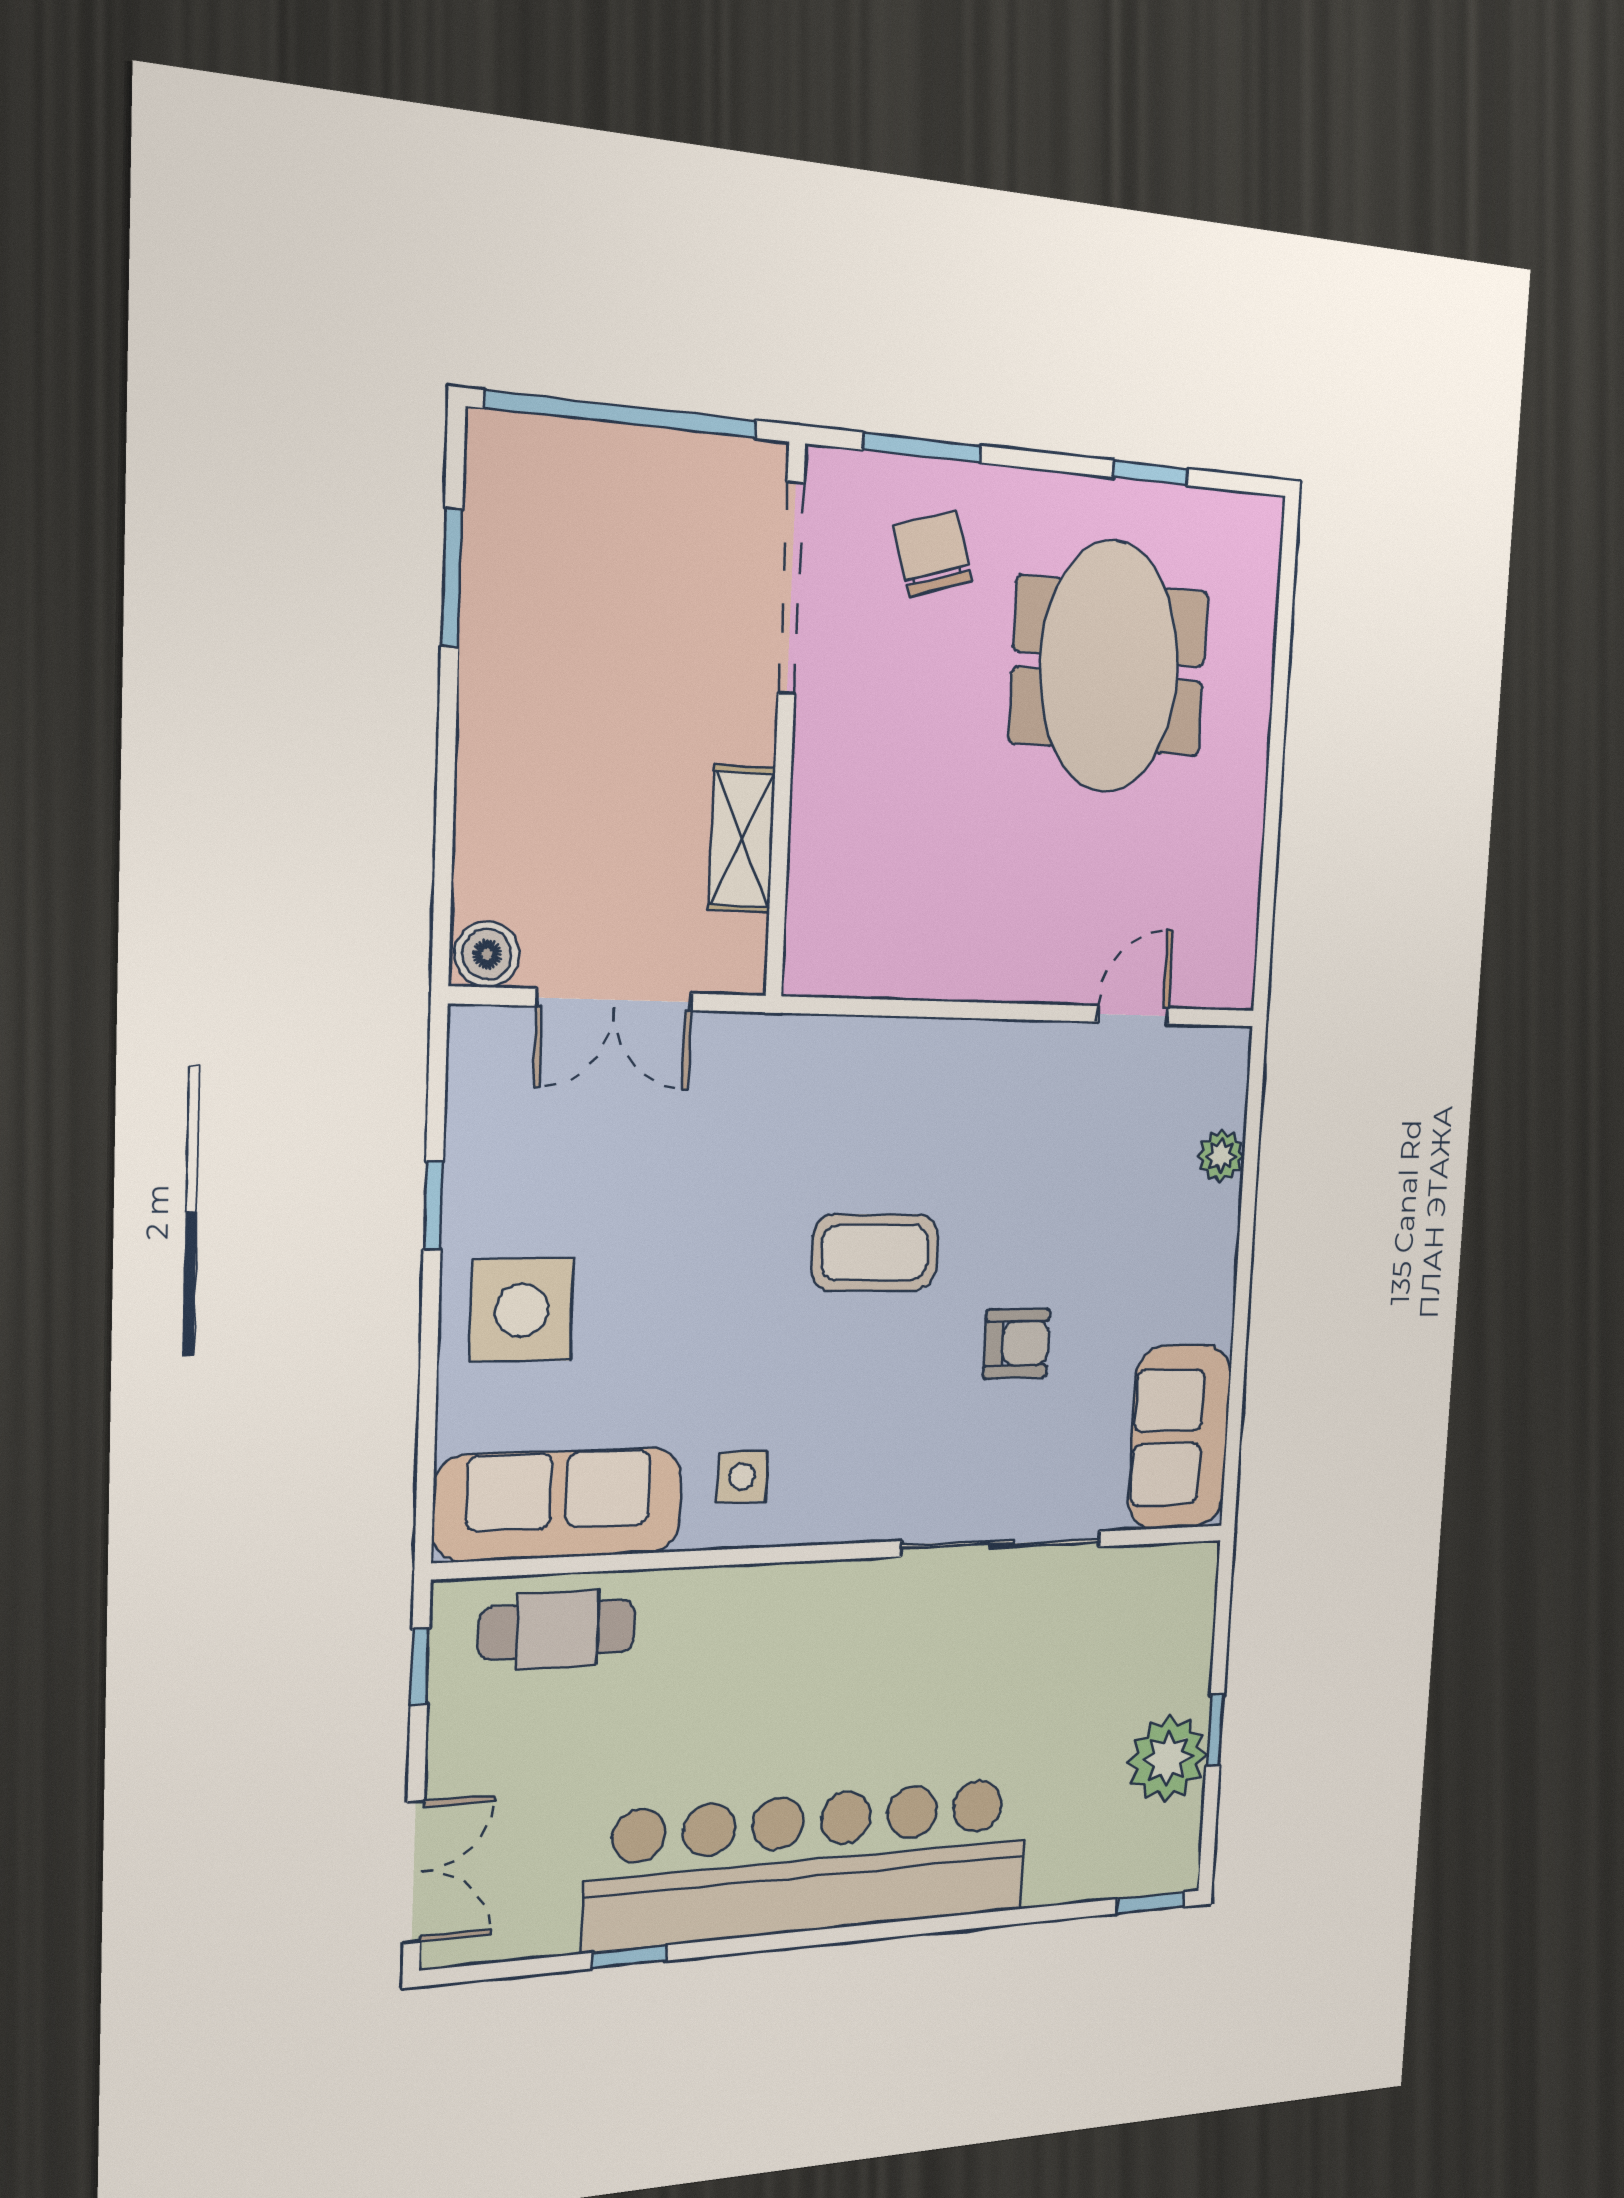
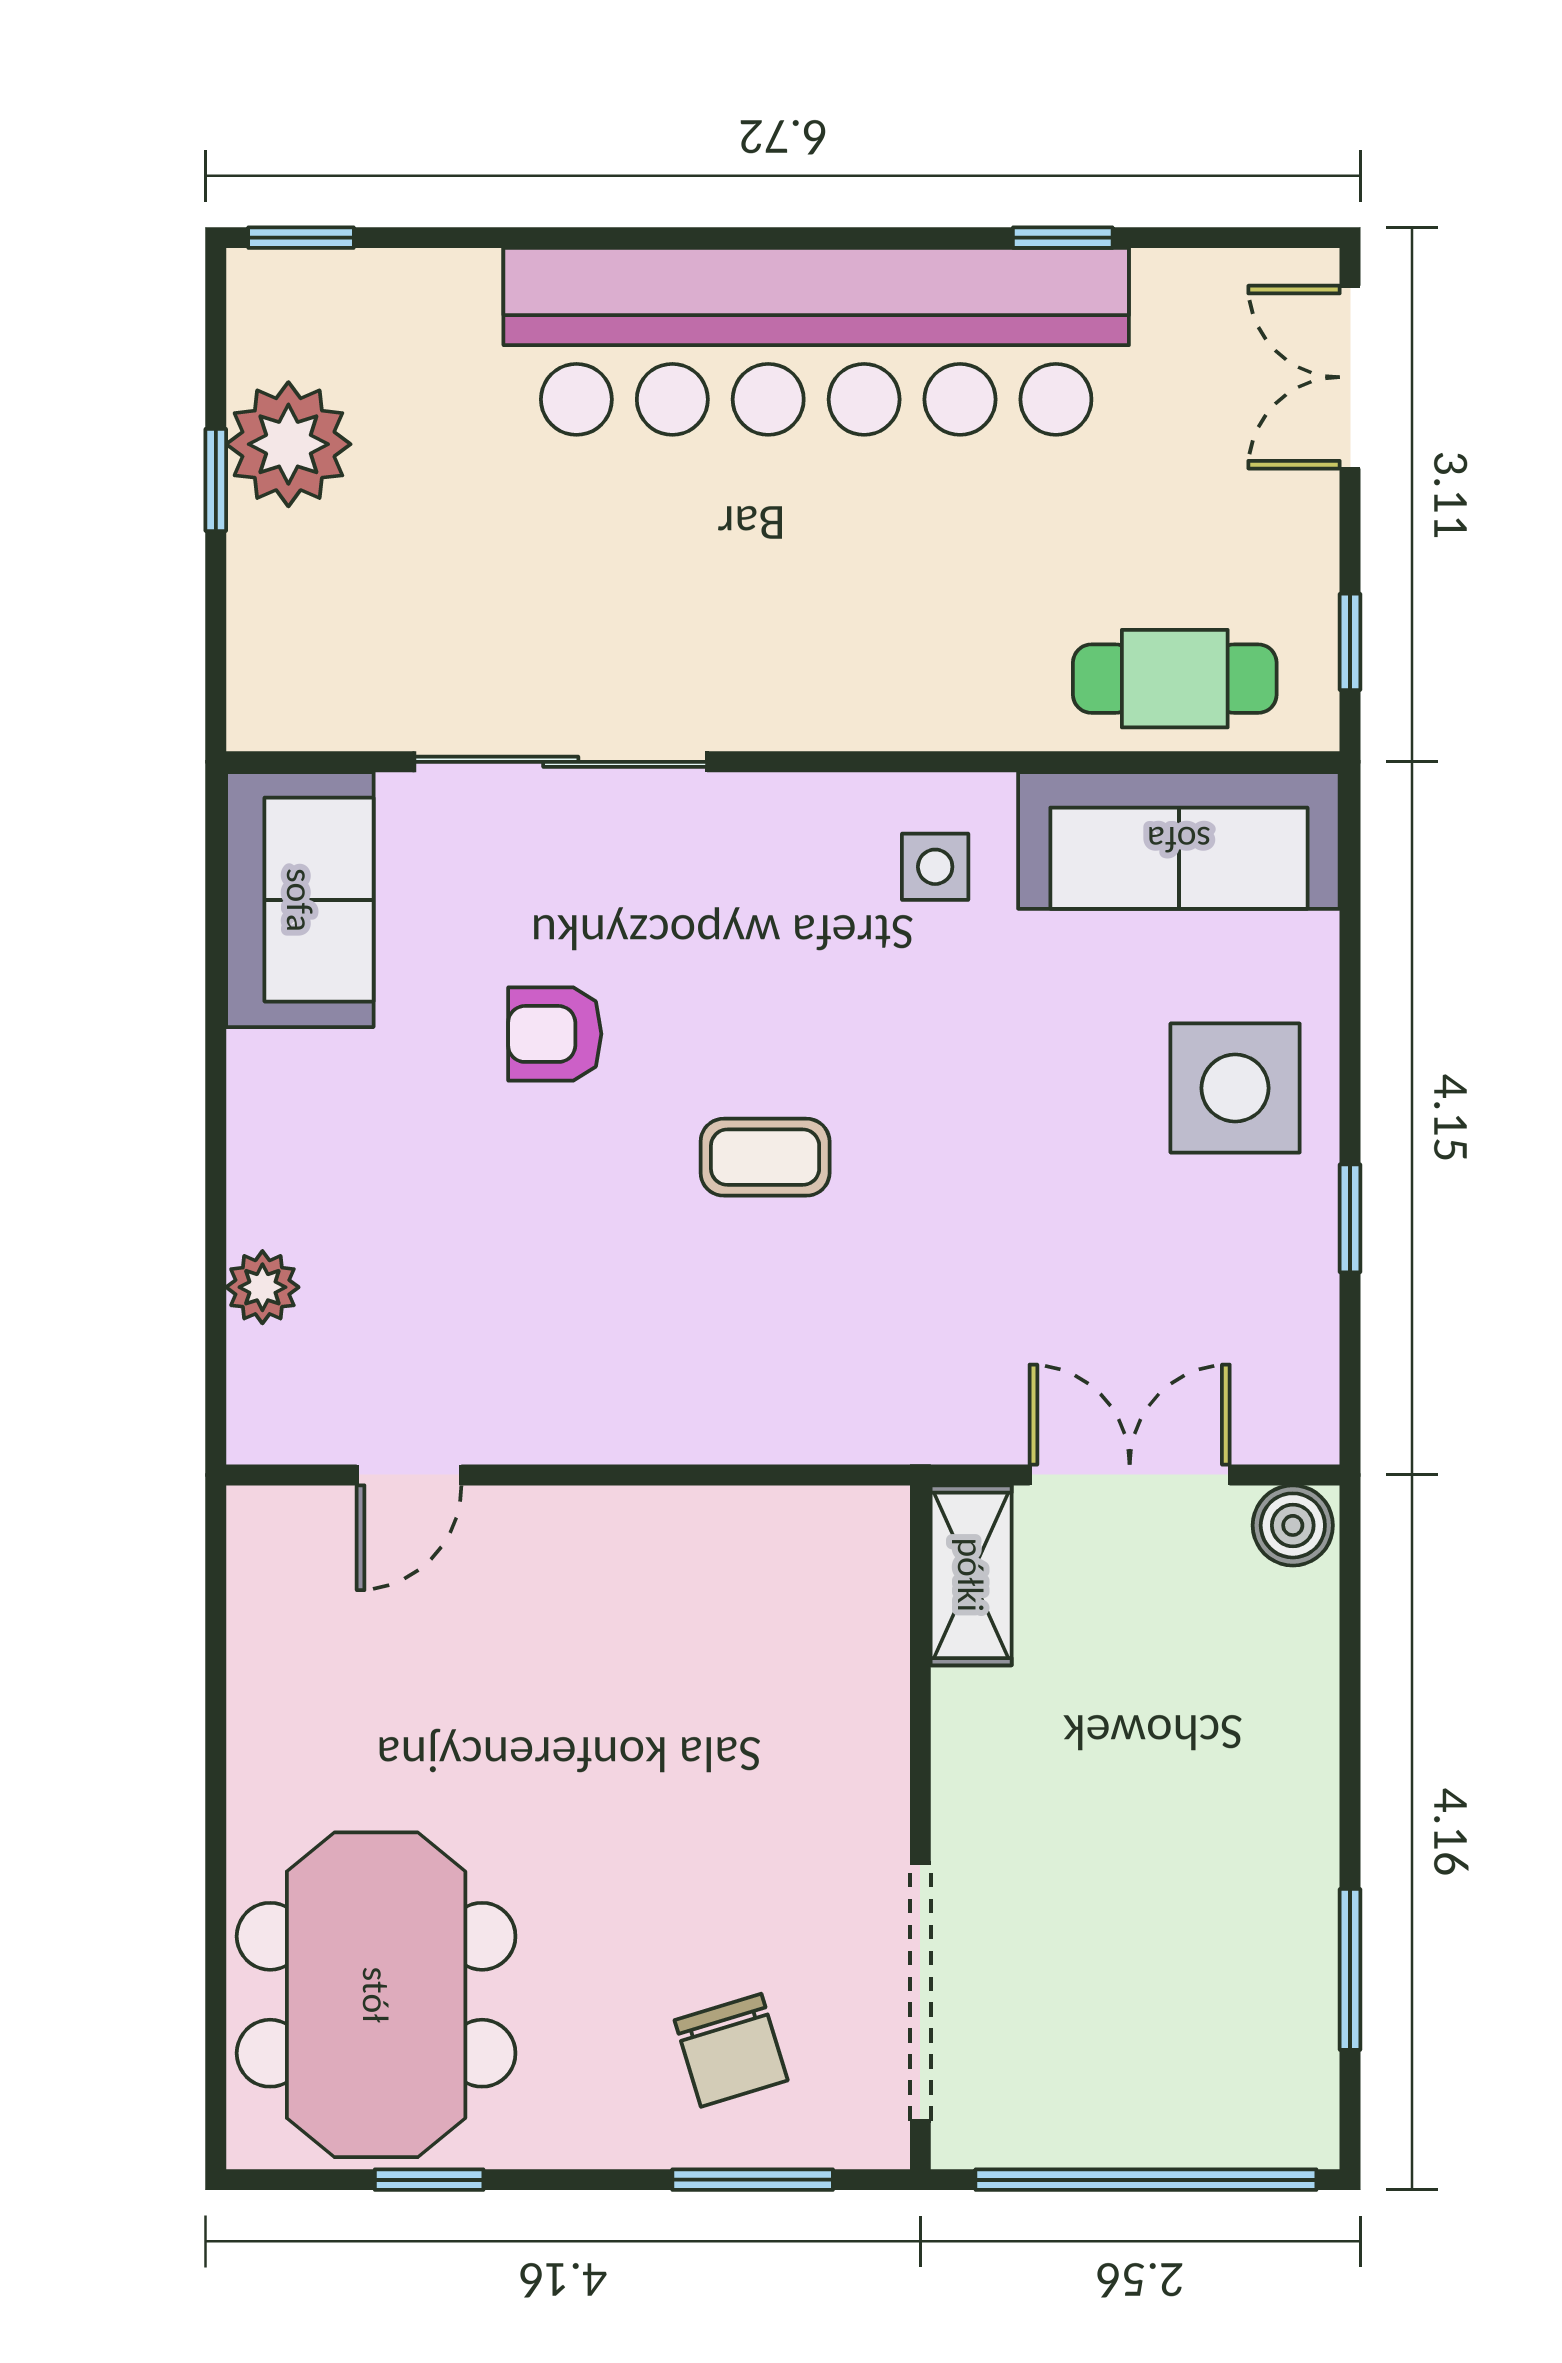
meeting table: (1109, 667) -> (376, 1995), moved
shelving: (742, 839) -> (971, 1575), moved
coffee table: (875, 1253) -> (765, 1157), width x0.73, depth x0.77

